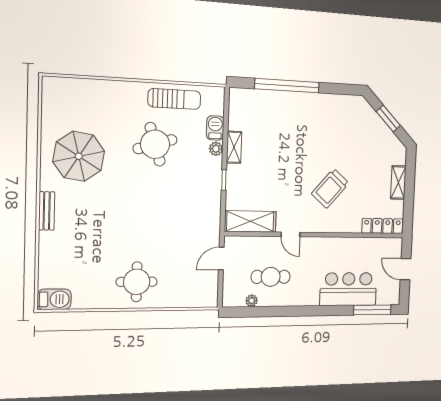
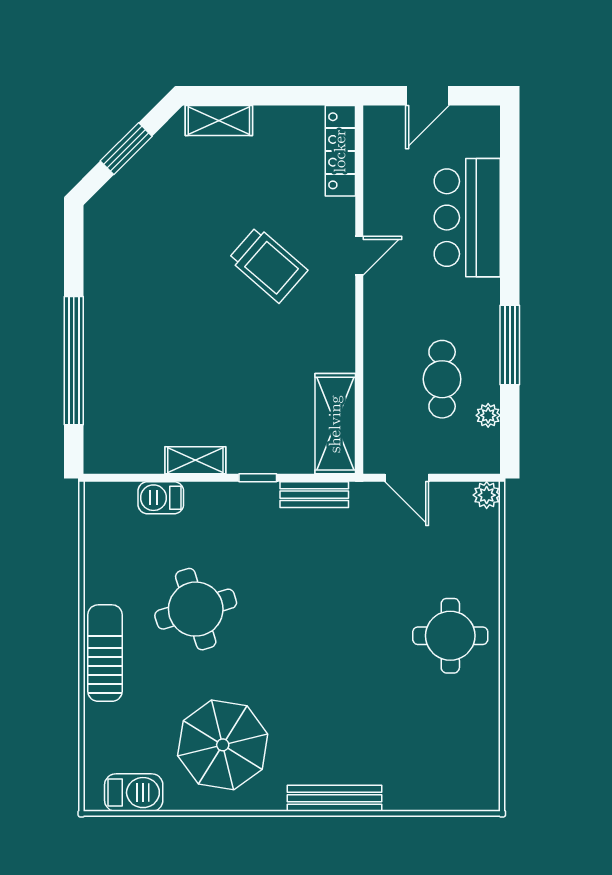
sun lounger: (174, 99) -> (105, 653), moved
plant: (216, 149) -> (487, 495), moved
shelving: (398, 182) -> (219, 120), moved
bench: (214, 210) -> (314, 495), added
bench: (47, 211) -> (335, 798), width x1.36
door: (290, 234) -> (359, 256), moved
barbecue: (54, 299) -> (134, 793), moved, turned 90
window: (372, 310) -> (510, 345), moved

